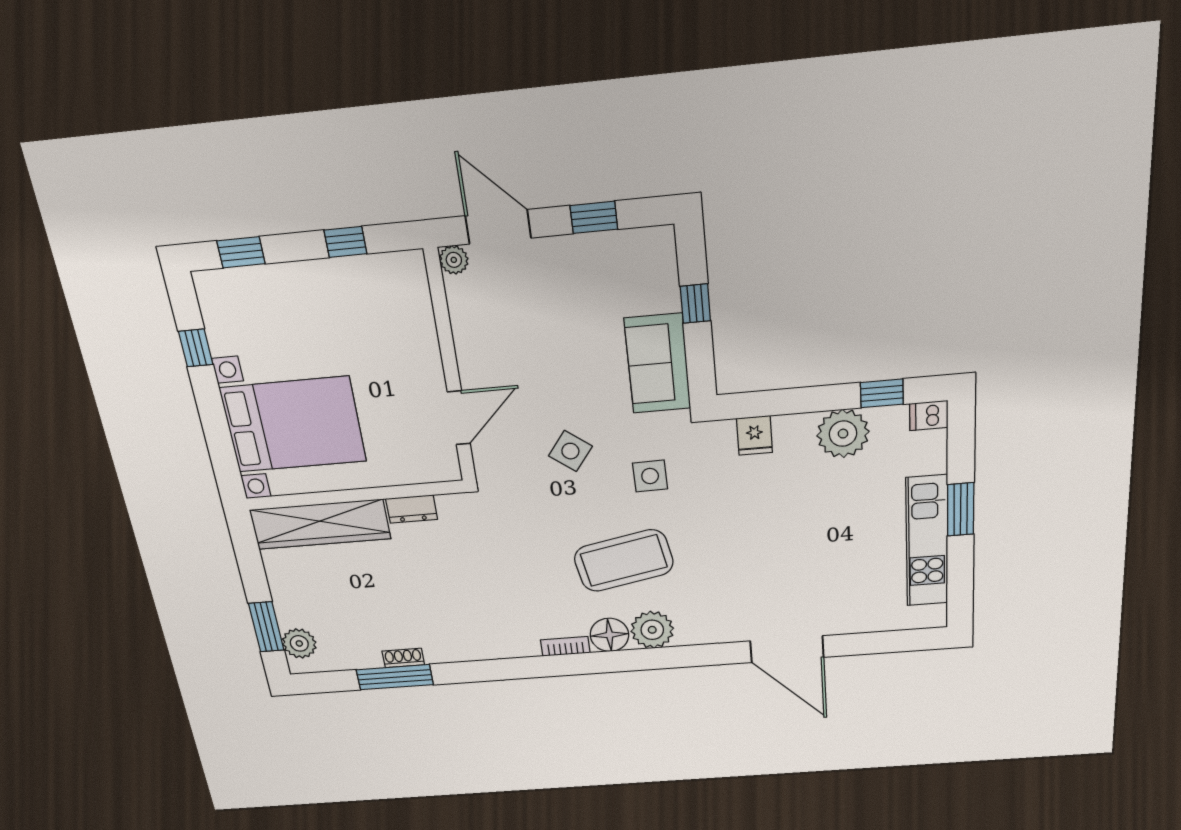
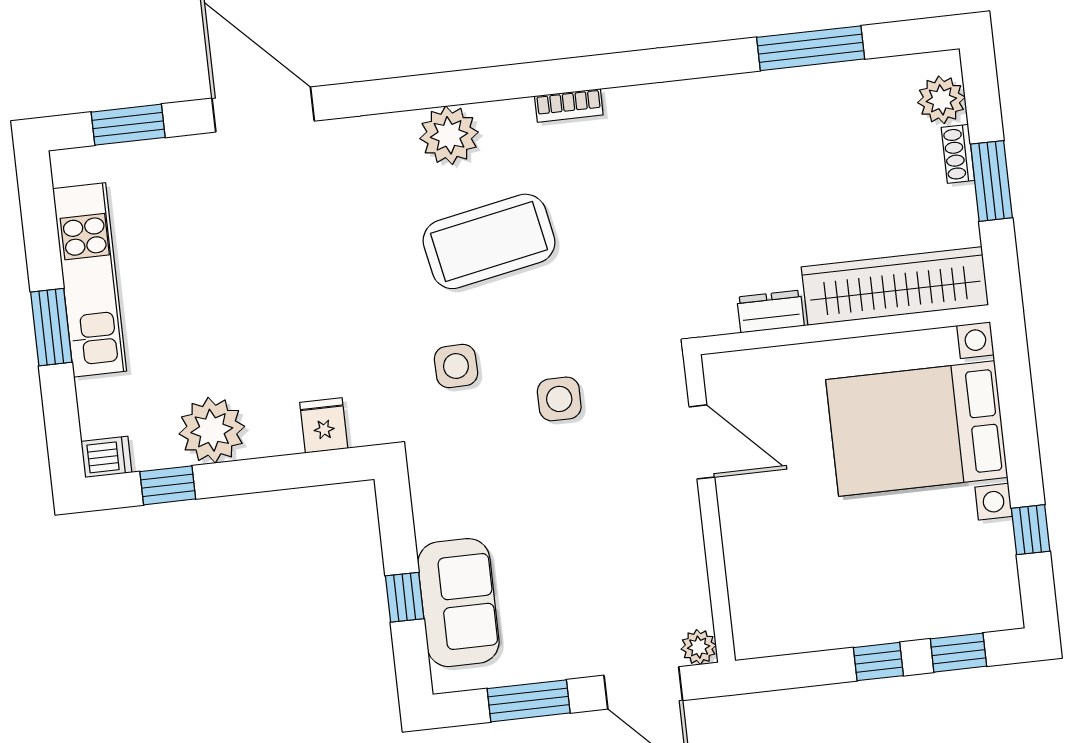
window: (594, 217) -> (529, 701), width x1.50
window: (345, 242) -> (878, 662), moved
sofa: (658, 364) -> (458, 603), moved
door: (459, 418) -> (702, 442), swing flipped
side table: (570, 451) -> (559, 399), turned -37
window: (266, 627) -> (991, 181), moved
floor lamp: (609, 635) -> (508, 126), removed
window: (886, 642) -> (128, 125), added
shoe rack: (403, 658) -> (958, 154), moved, turned 90

